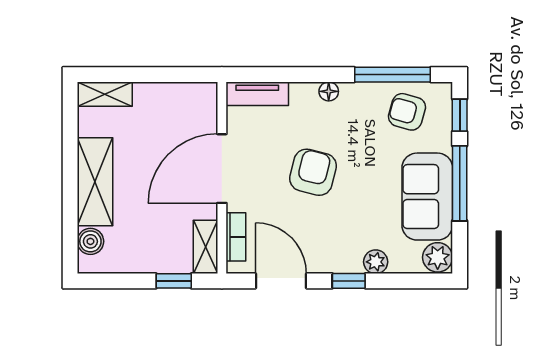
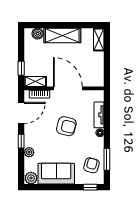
window: (393, 75) -> (107, 159), width x0.69
tv unit: (257, 94) -> (99, 115), moved
window: (460, 183) -> (62, 187), removed

